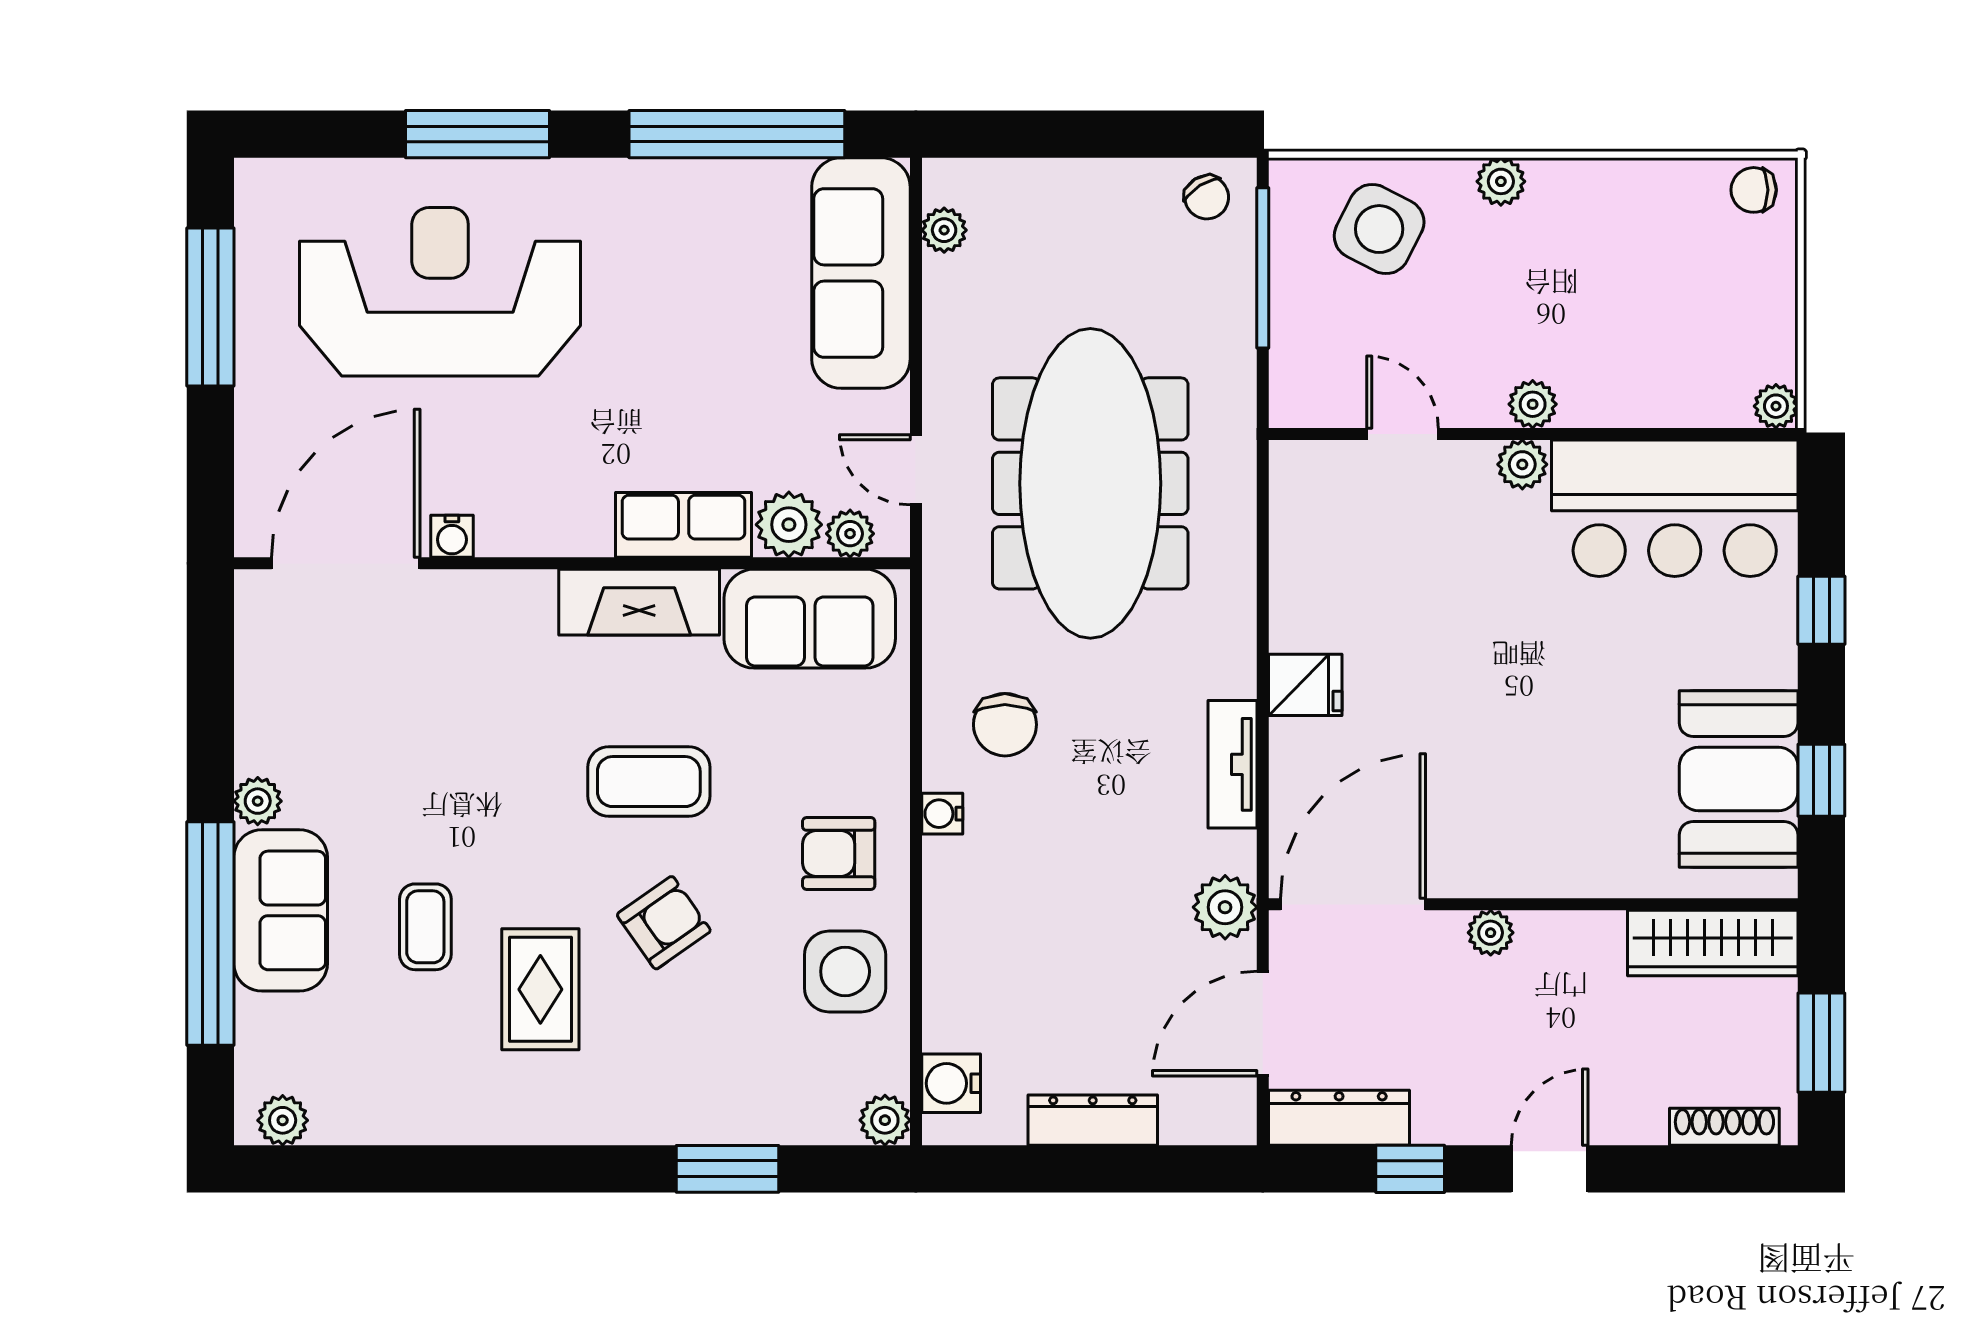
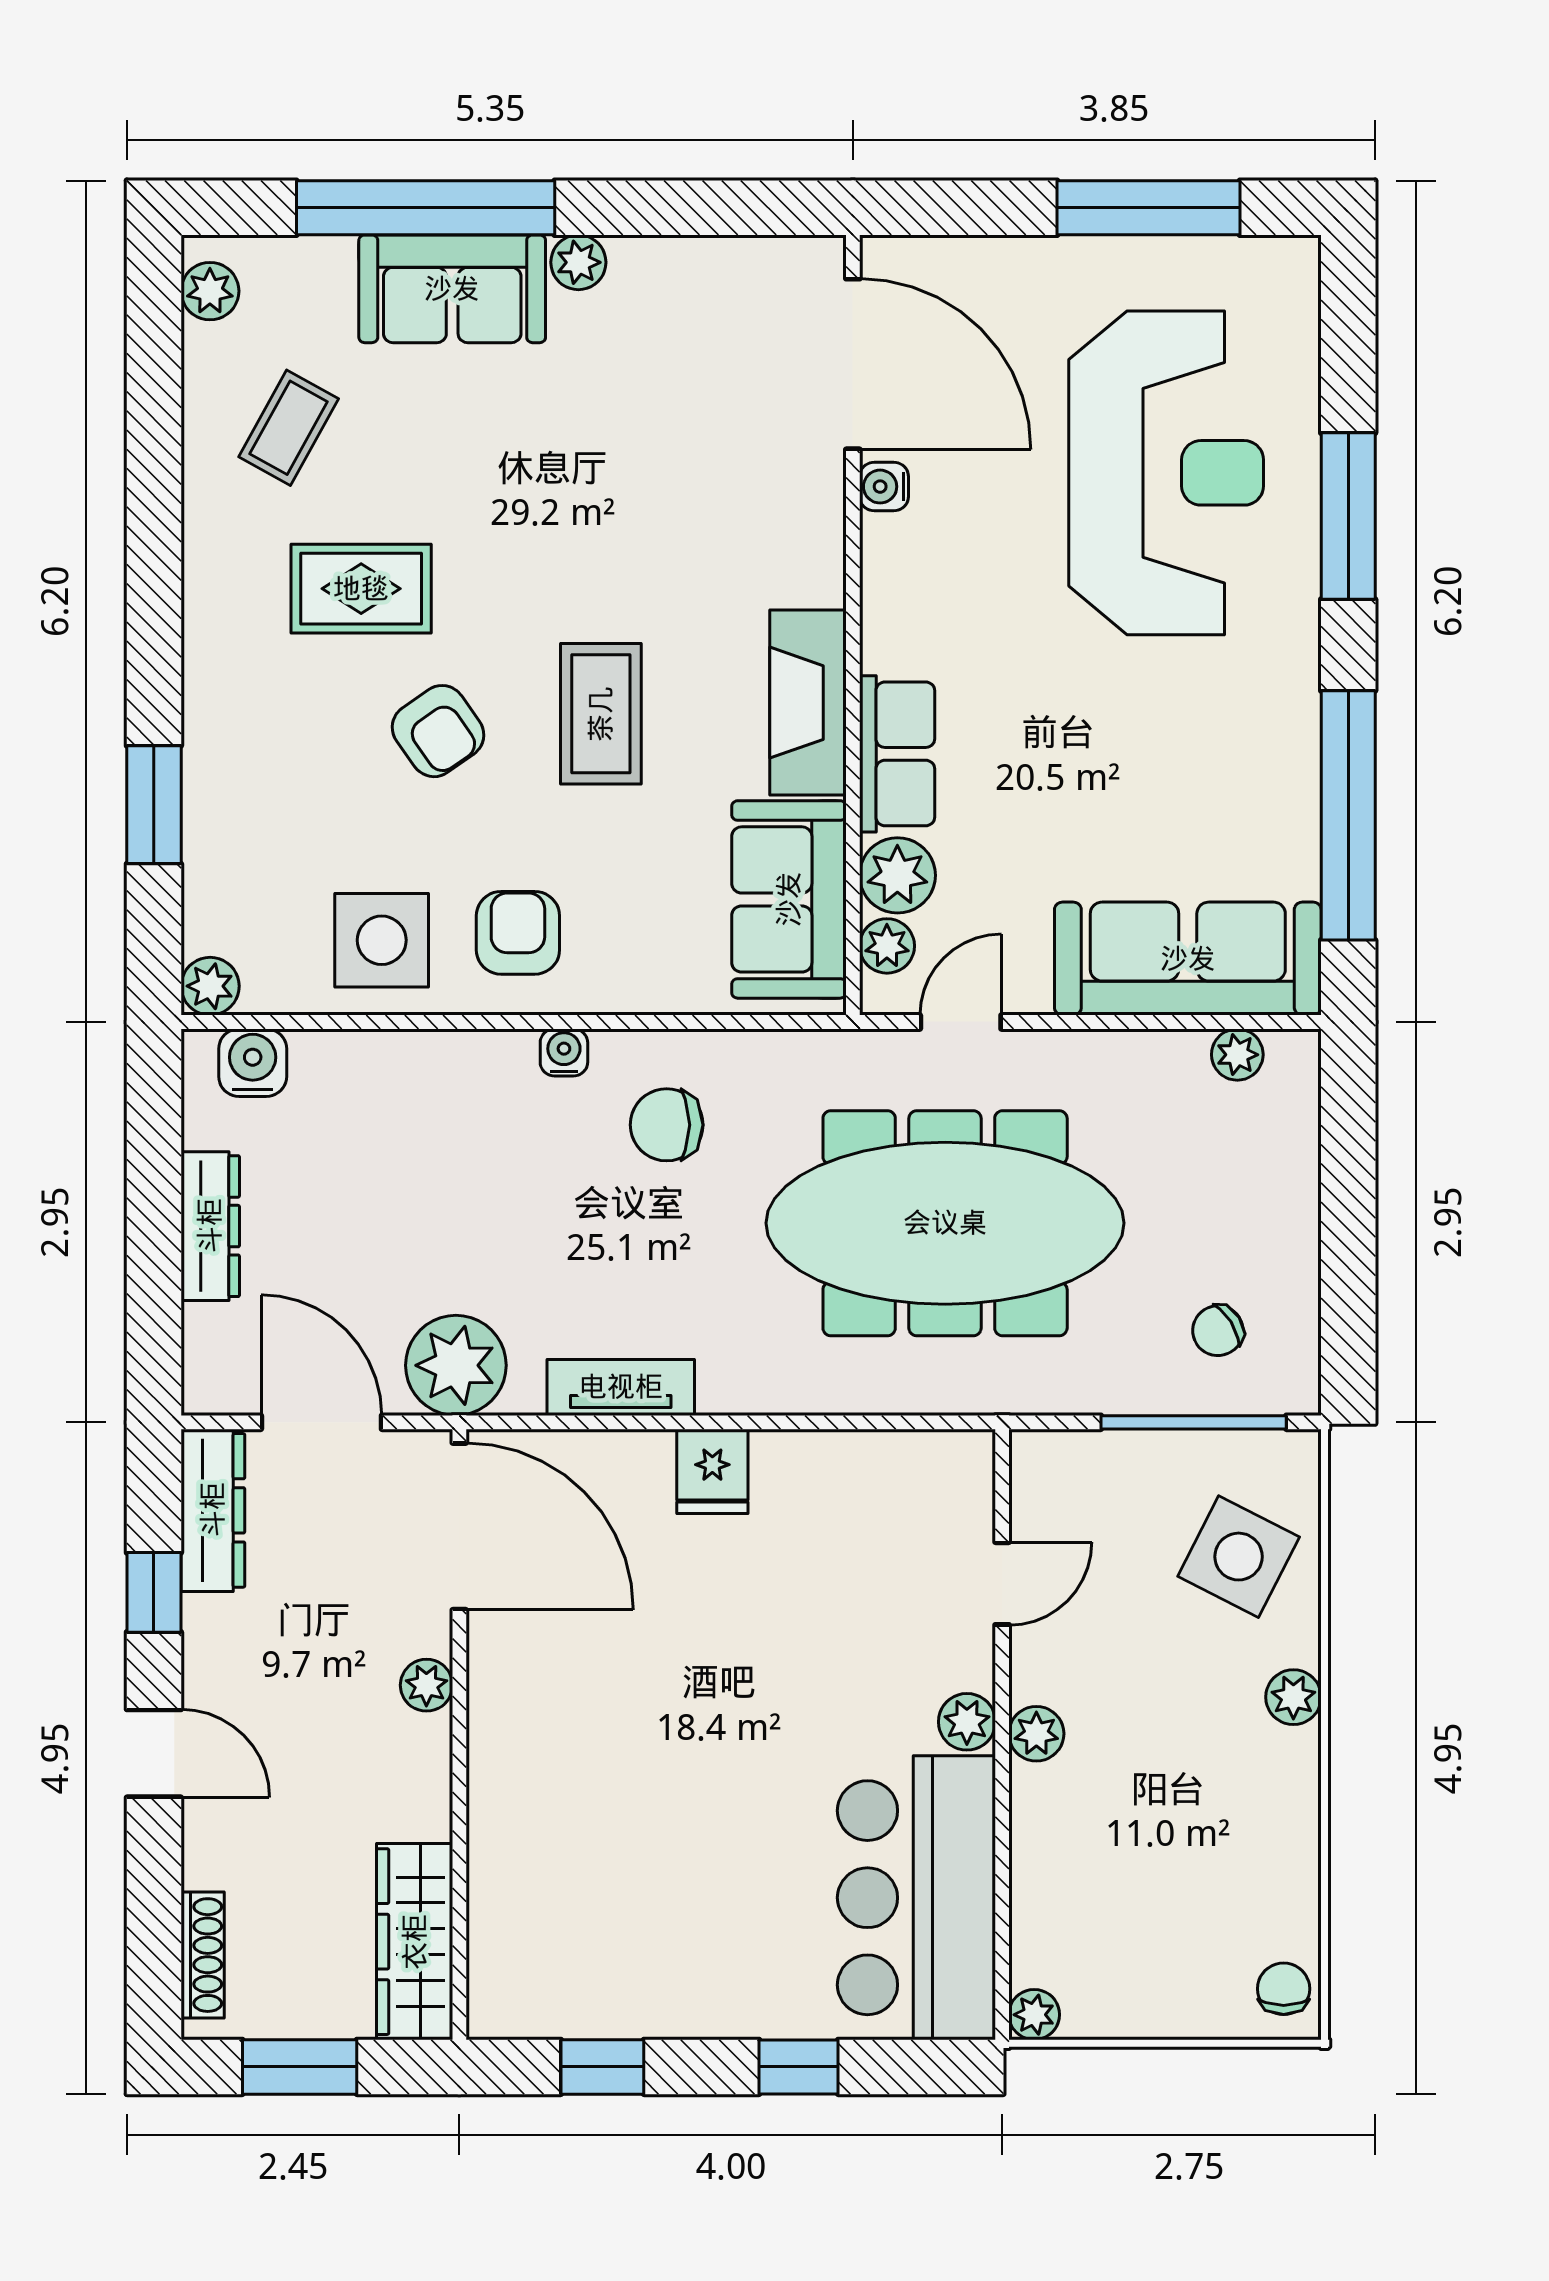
chair: (1207, 197) -> (1218, 1331), moved
booth: (1739, 779) -> (604, 1971), removed
plant: (1225, 907) -> (456, 1365), width x1.36, depth x1.36
coffee table: (425, 927) -> (289, 428), moved, turned -61

